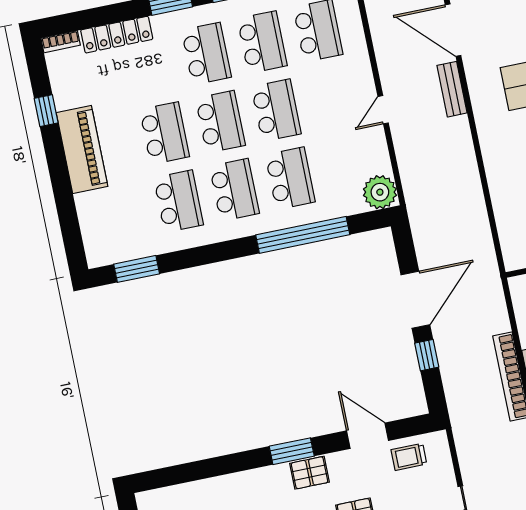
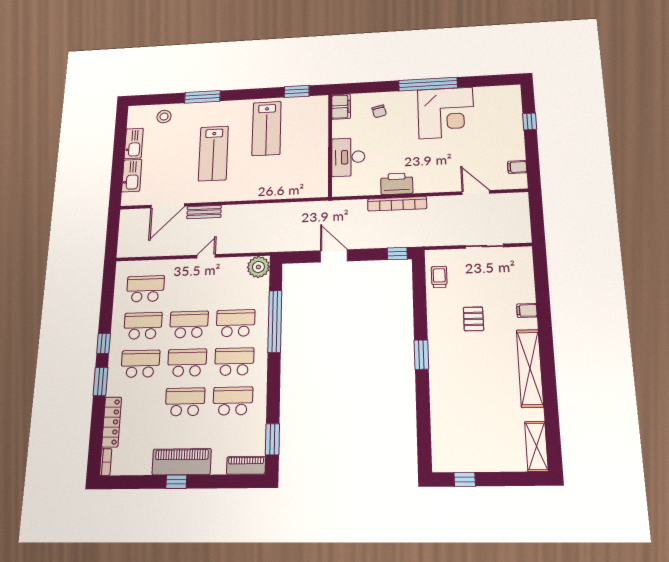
door: (383, 110) -> (206, 256), swing flipped
window: (46, 111) -> (176, 482), moved
piano: (95, 240) -> (246, 465), added
door: (415, 300) -> (334, 256), width x0.73
window: (427, 355) -> (397, 254), moved
door: (367, 436) -> (420, 302), removed
trolley: (409, 457) -> (439, 277), turned 180
pallet: (309, 473) -> (439, 345), removed

